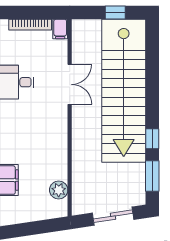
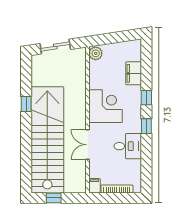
corner desk: (45, 136) -> (106, 106), added
window: (152, 176) -> (26, 76), removed
plant: (59, 190) -> (96, 53), moved

